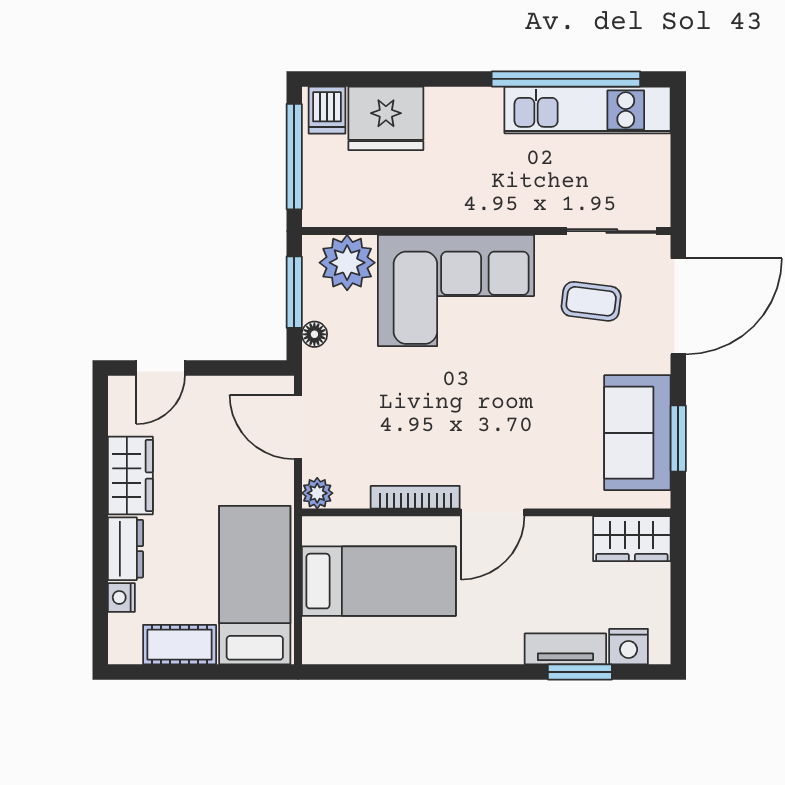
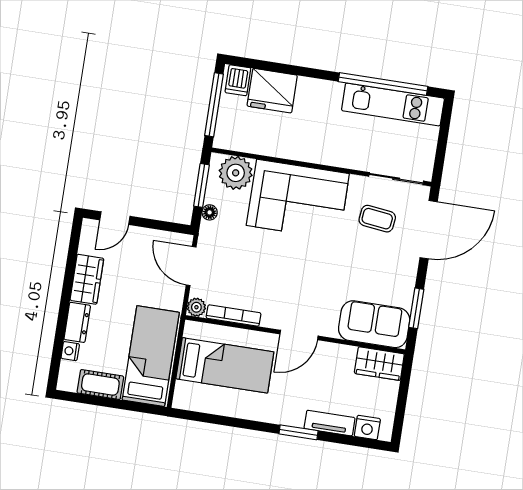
sofa: (637, 433) -> (374, 324), moved, turned 90
bookcase: (415, 497) -> (234, 316), moved
window: (580, 672) -> (298, 432), moved

